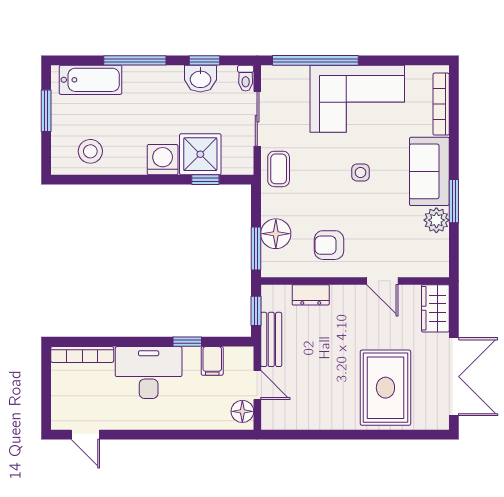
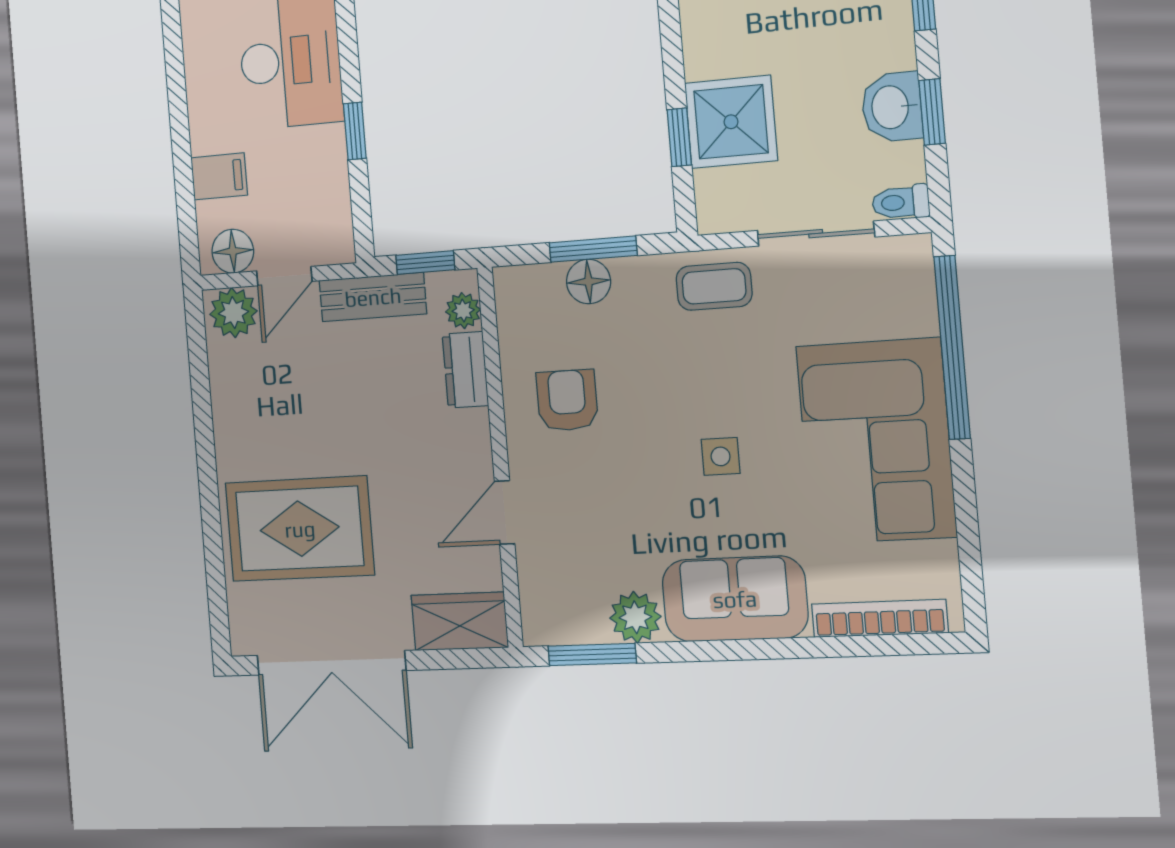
washing machine: (163, 160) -> (713, 45), removed
window: (454, 201) -> (592, 655), moved
floor lamp: (276, 234) -> (588, 282), width x0.73, depth x0.73
window: (256, 248) -> (593, 249), moved
plant: (281, 294) -> (463, 311), added
filing cabinet: (212, 361) -> (219, 176), moved, turned 180
plant: (274, 414) -> (233, 313), added

